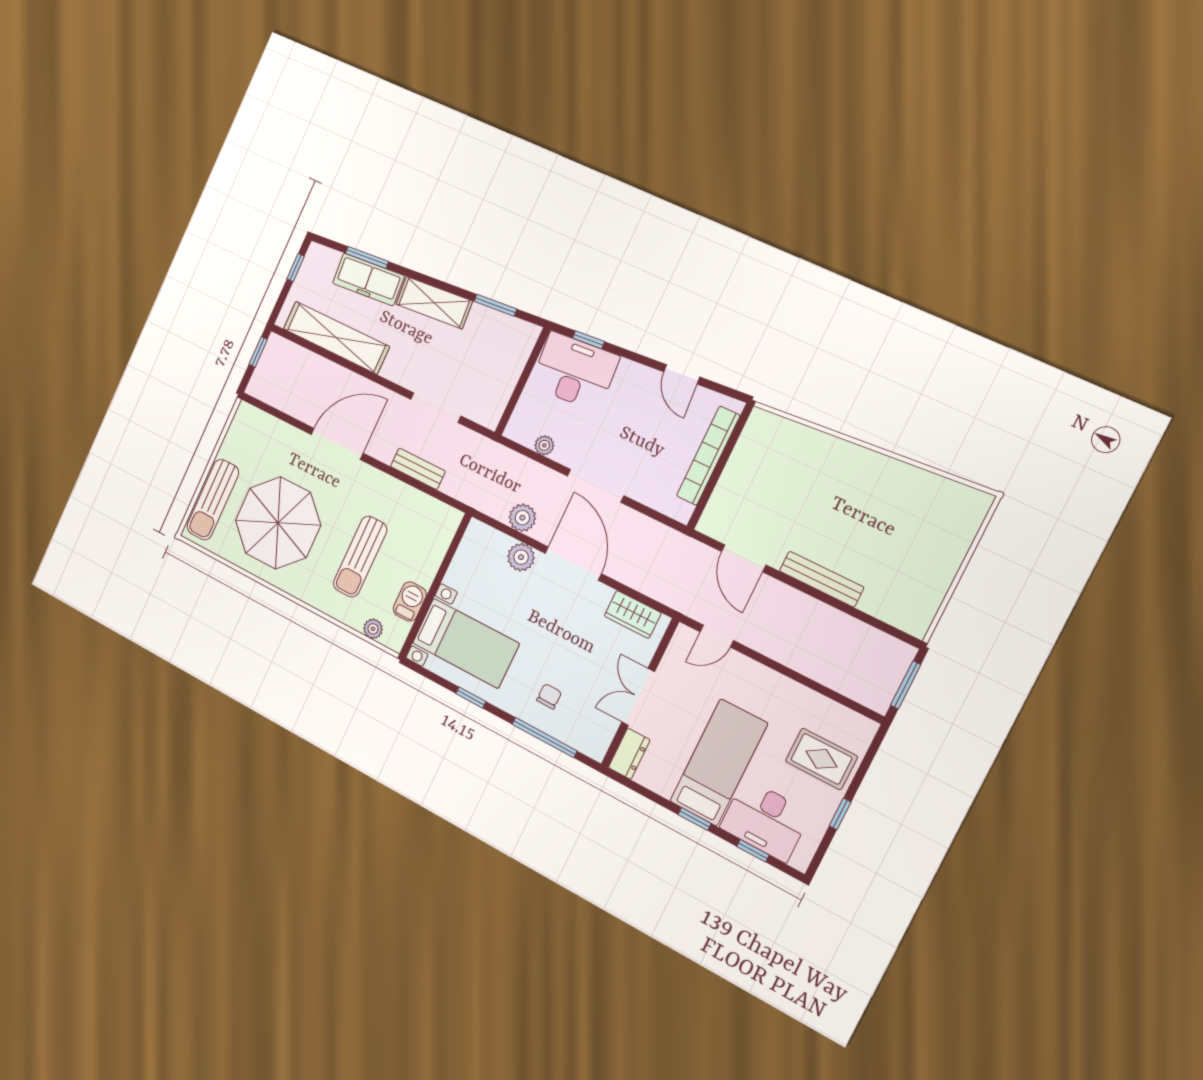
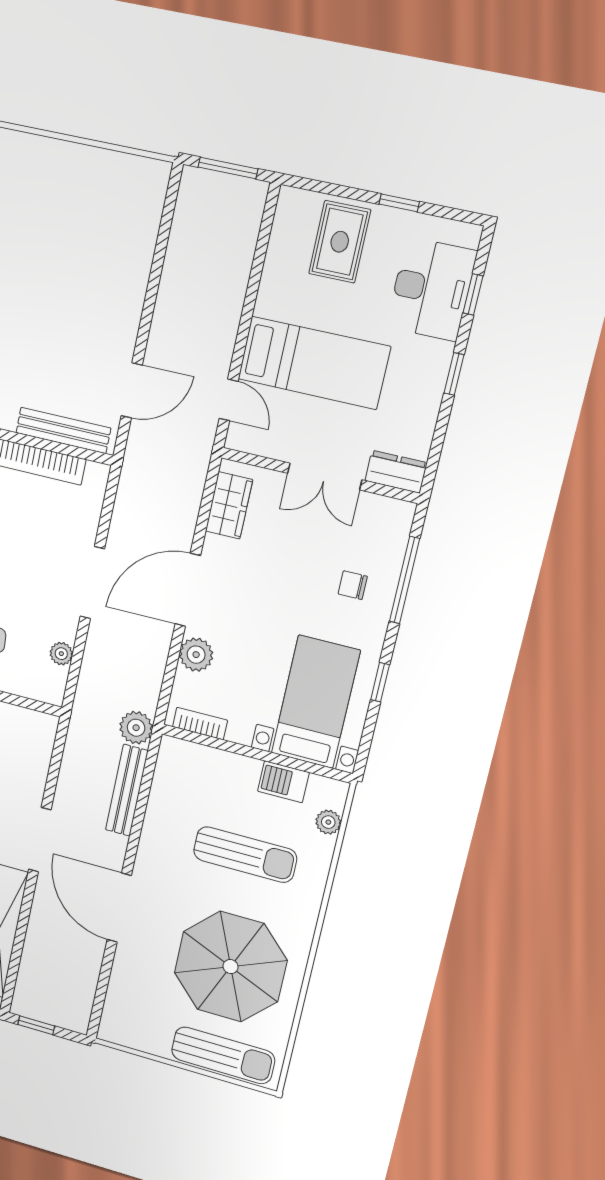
doorway: (436, 408) -> (40, 840), moved
bench: (418, 469) -> (127, 790), width x1.36
plant: (522, 518) -> (136, 728), moved
bookcase: (467, 546) -> (200, 724), added
bench: (822, 579) -> (63, 430), moved, turned 90
bed: (719, 762) -> (314, 363), moved, turned 180

